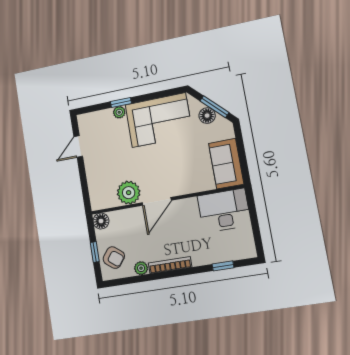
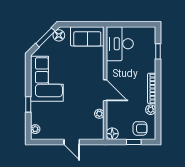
plant: (119, 112) -> (35, 129), moved
floor lamp: (207, 116) -> (59, 35), moved
door: (78, 146) -> (72, 142), moved
plant: (129, 193) -> (99, 114), width x0.53, depth x0.53
armchair: (114, 258) -> (140, 128), turned 52

